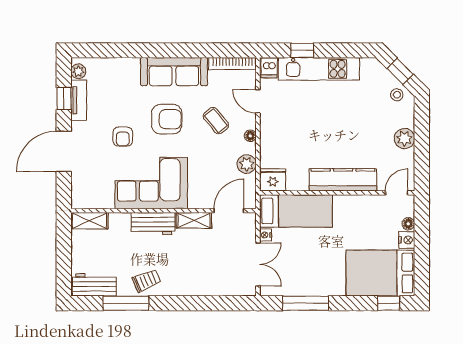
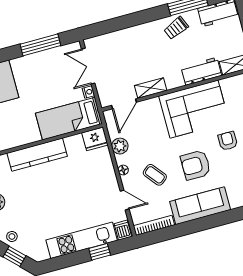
workbench: (153, 224) -> (201, 71), moved

